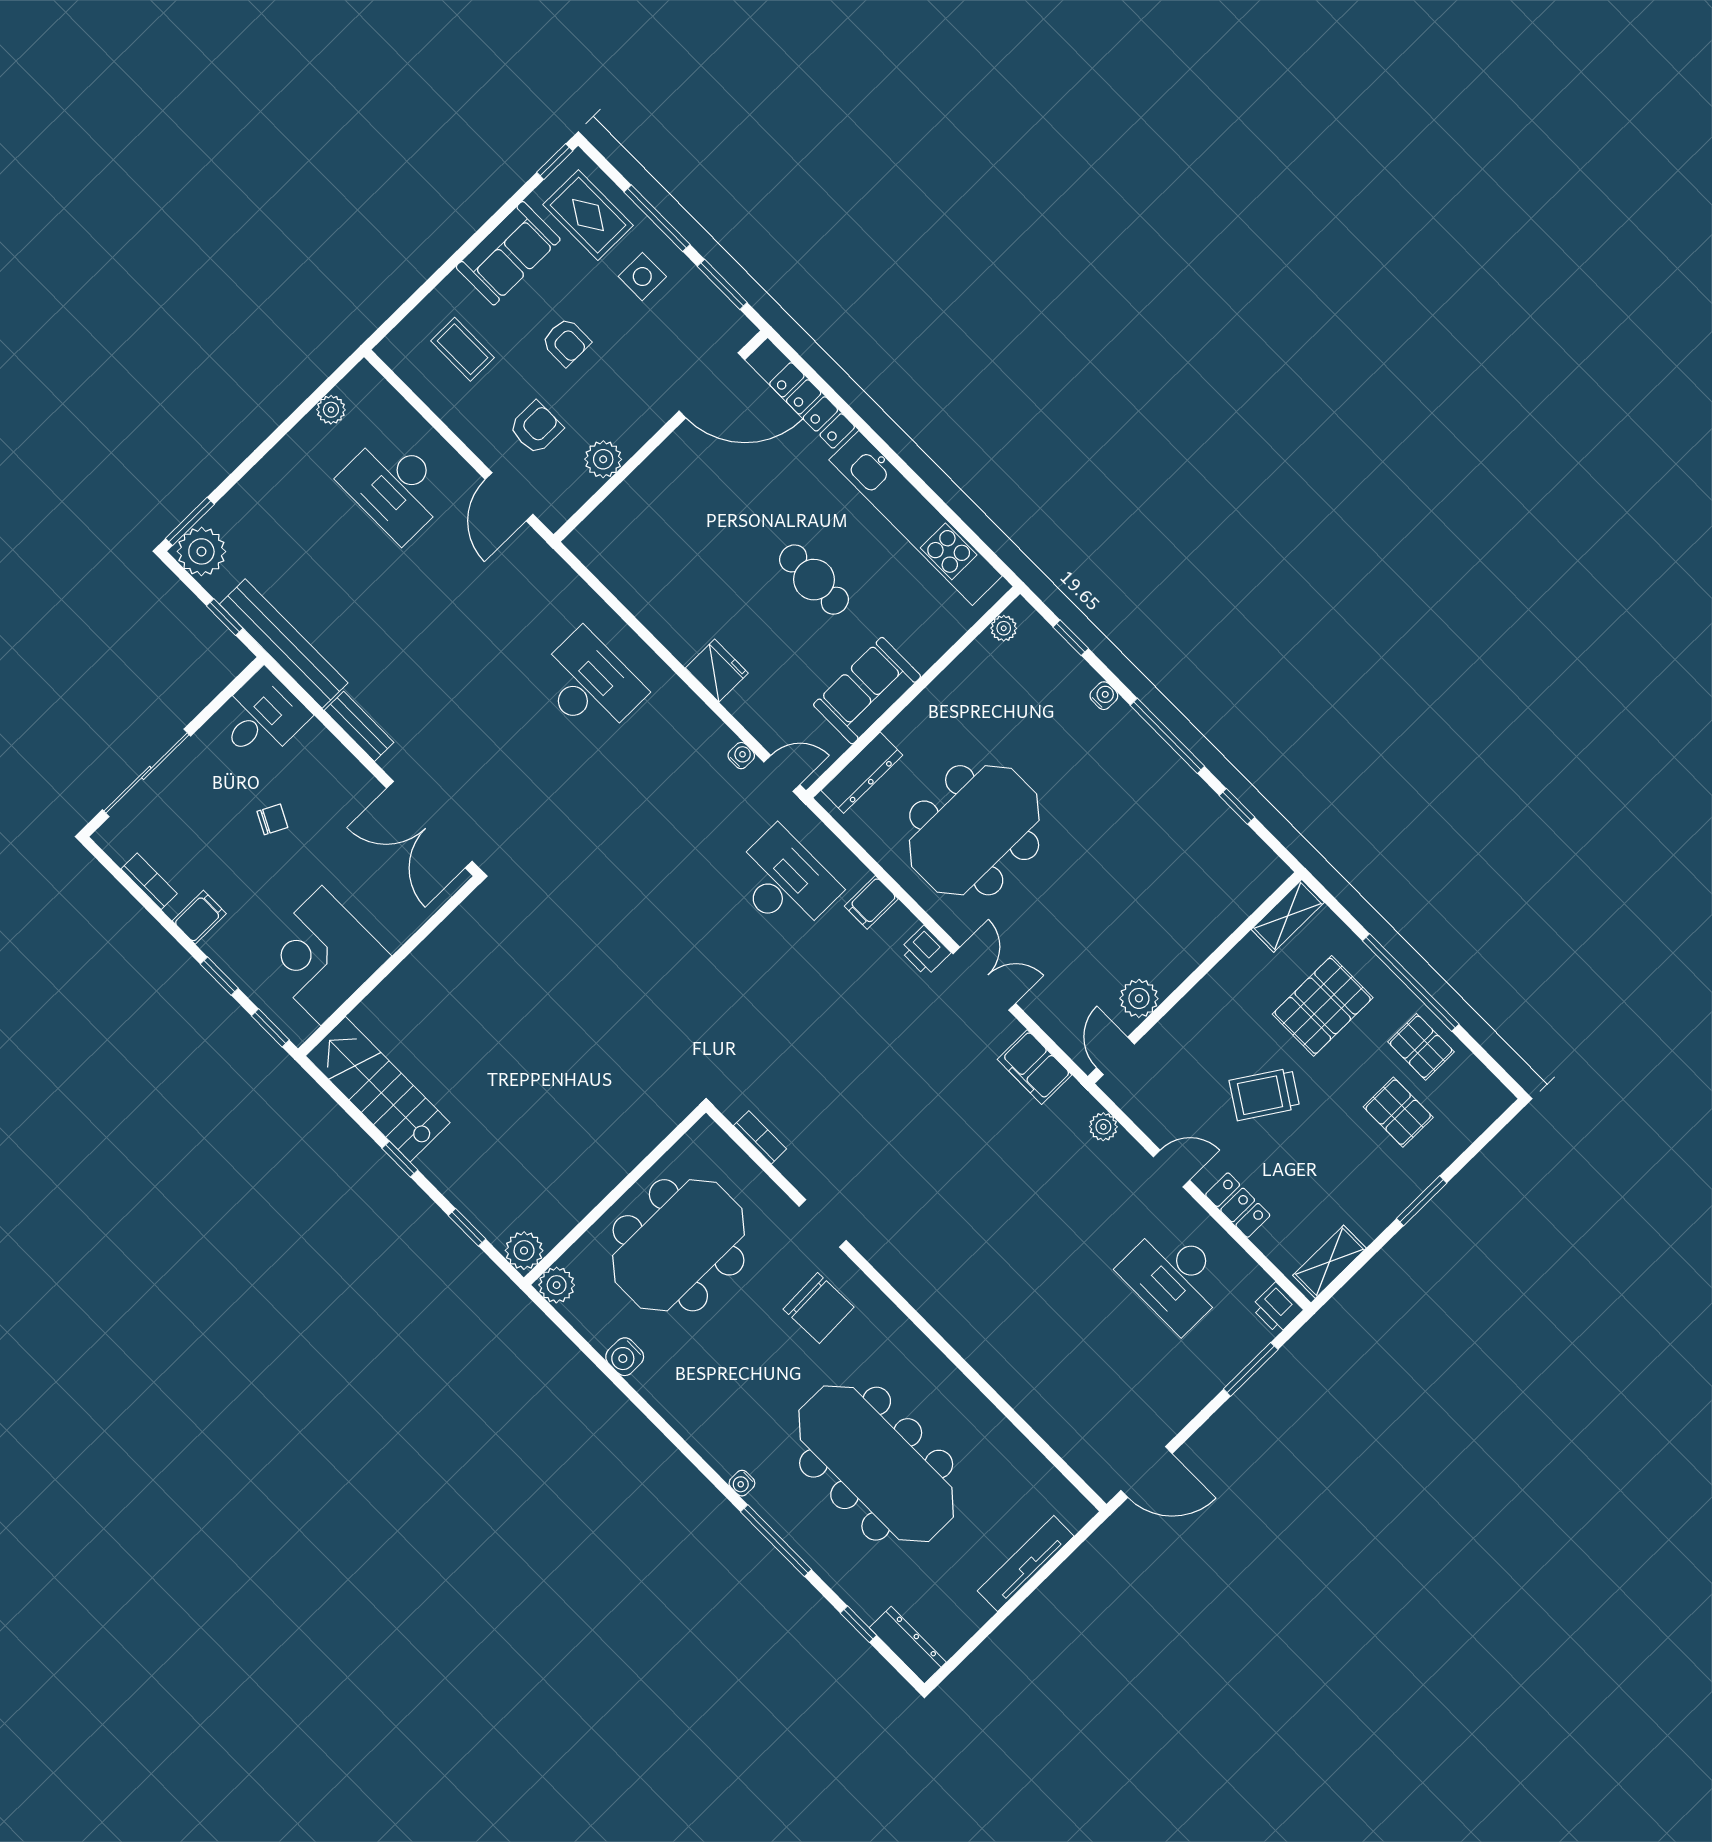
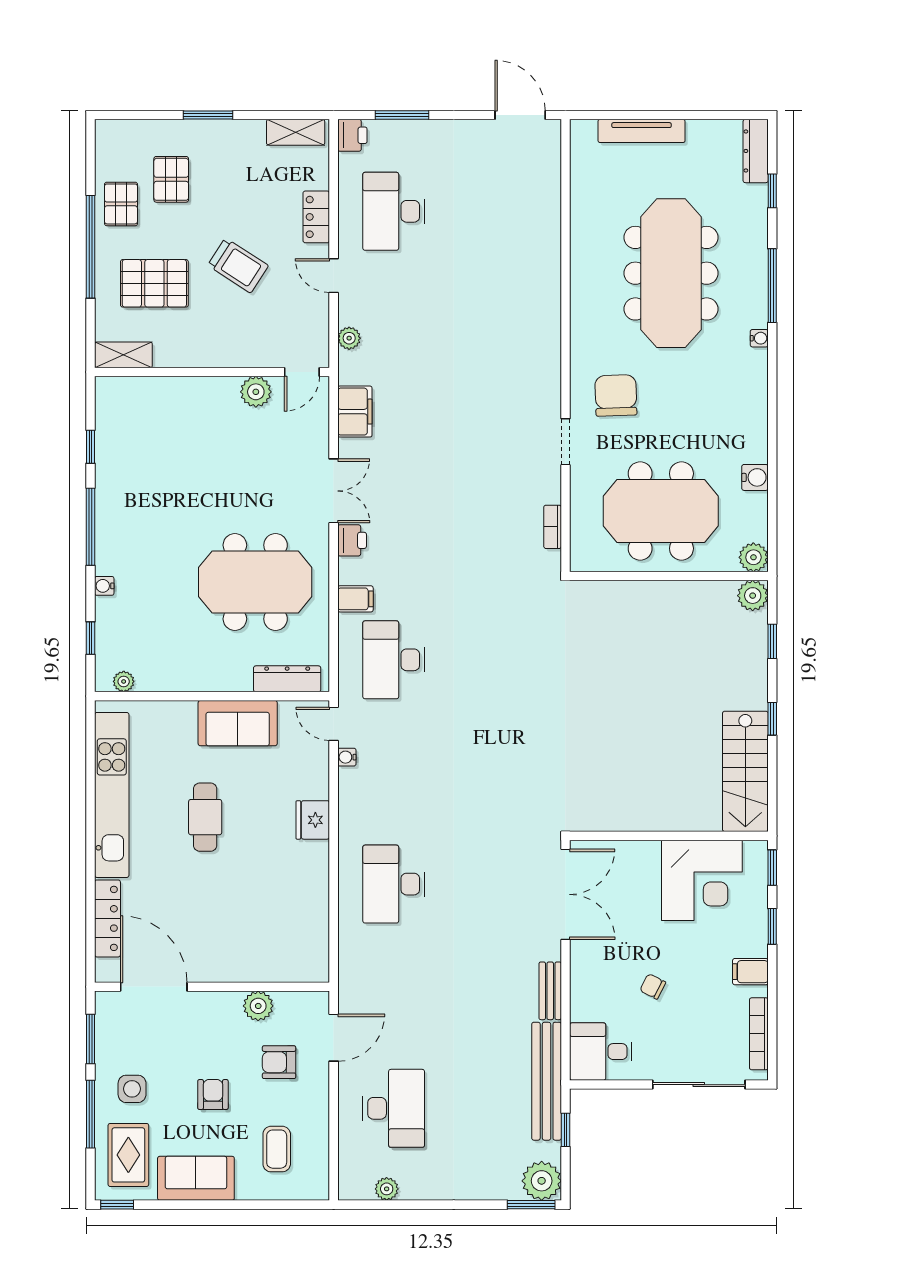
bookcase: (149, 881) -> (759, 1034), width x1.56
double door: (984, 979) -> (334, 491), swing flipped
desk: (1174, 1277) -> (394, 211), turned 180

